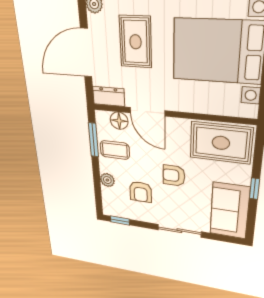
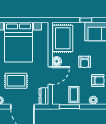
floor lamp: (119, 121) -> (57, 61), moved

